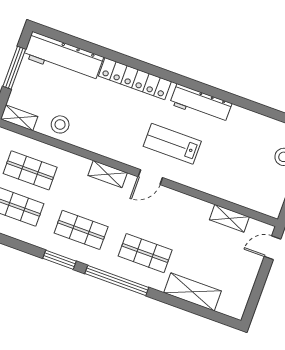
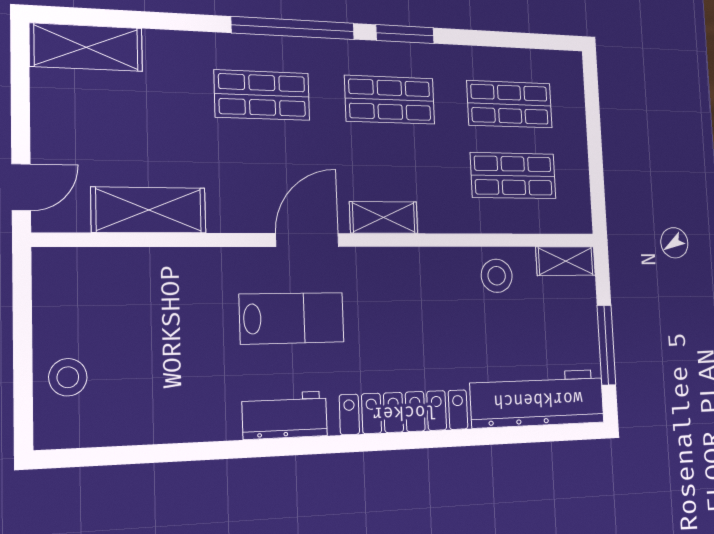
workbench: (201, 104) -> (285, 415), width x0.73
door: (150, 177) -> (307, 240), width x1.38
shelving: (229, 218) -> (149, 210), width x1.50, depth x1.33
shelving: (193, 292) -> (86, 47), moved

